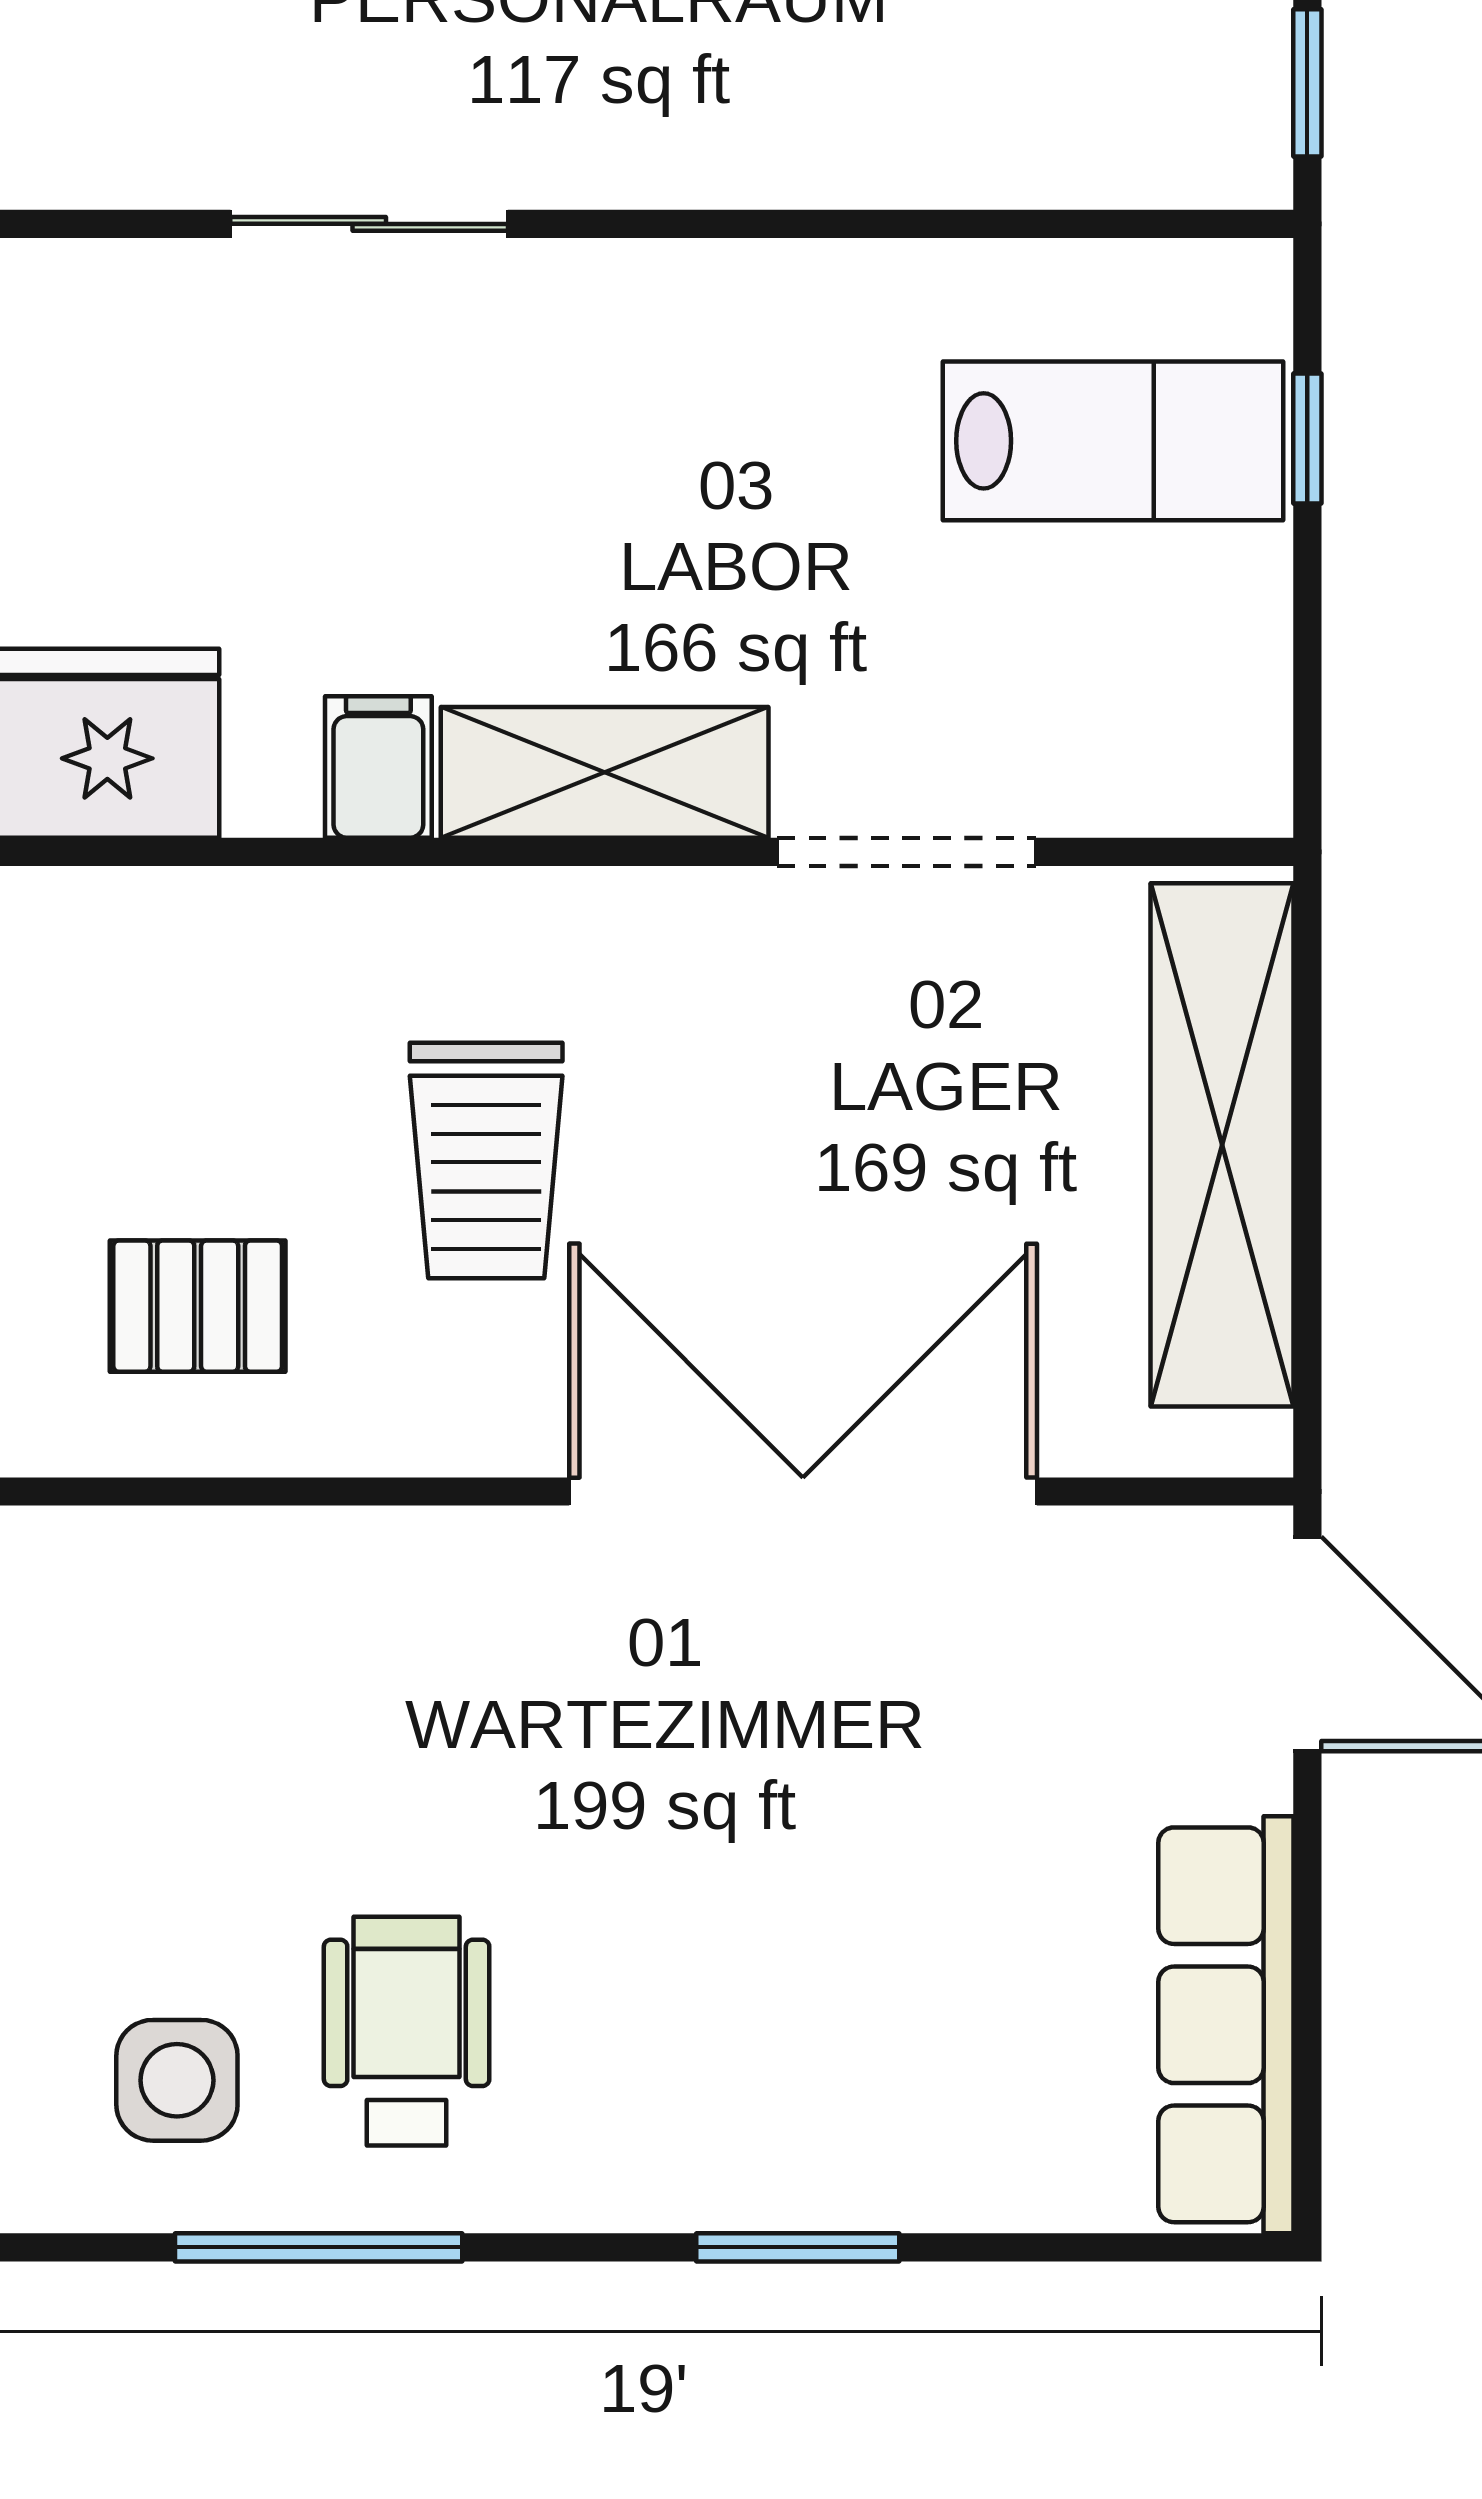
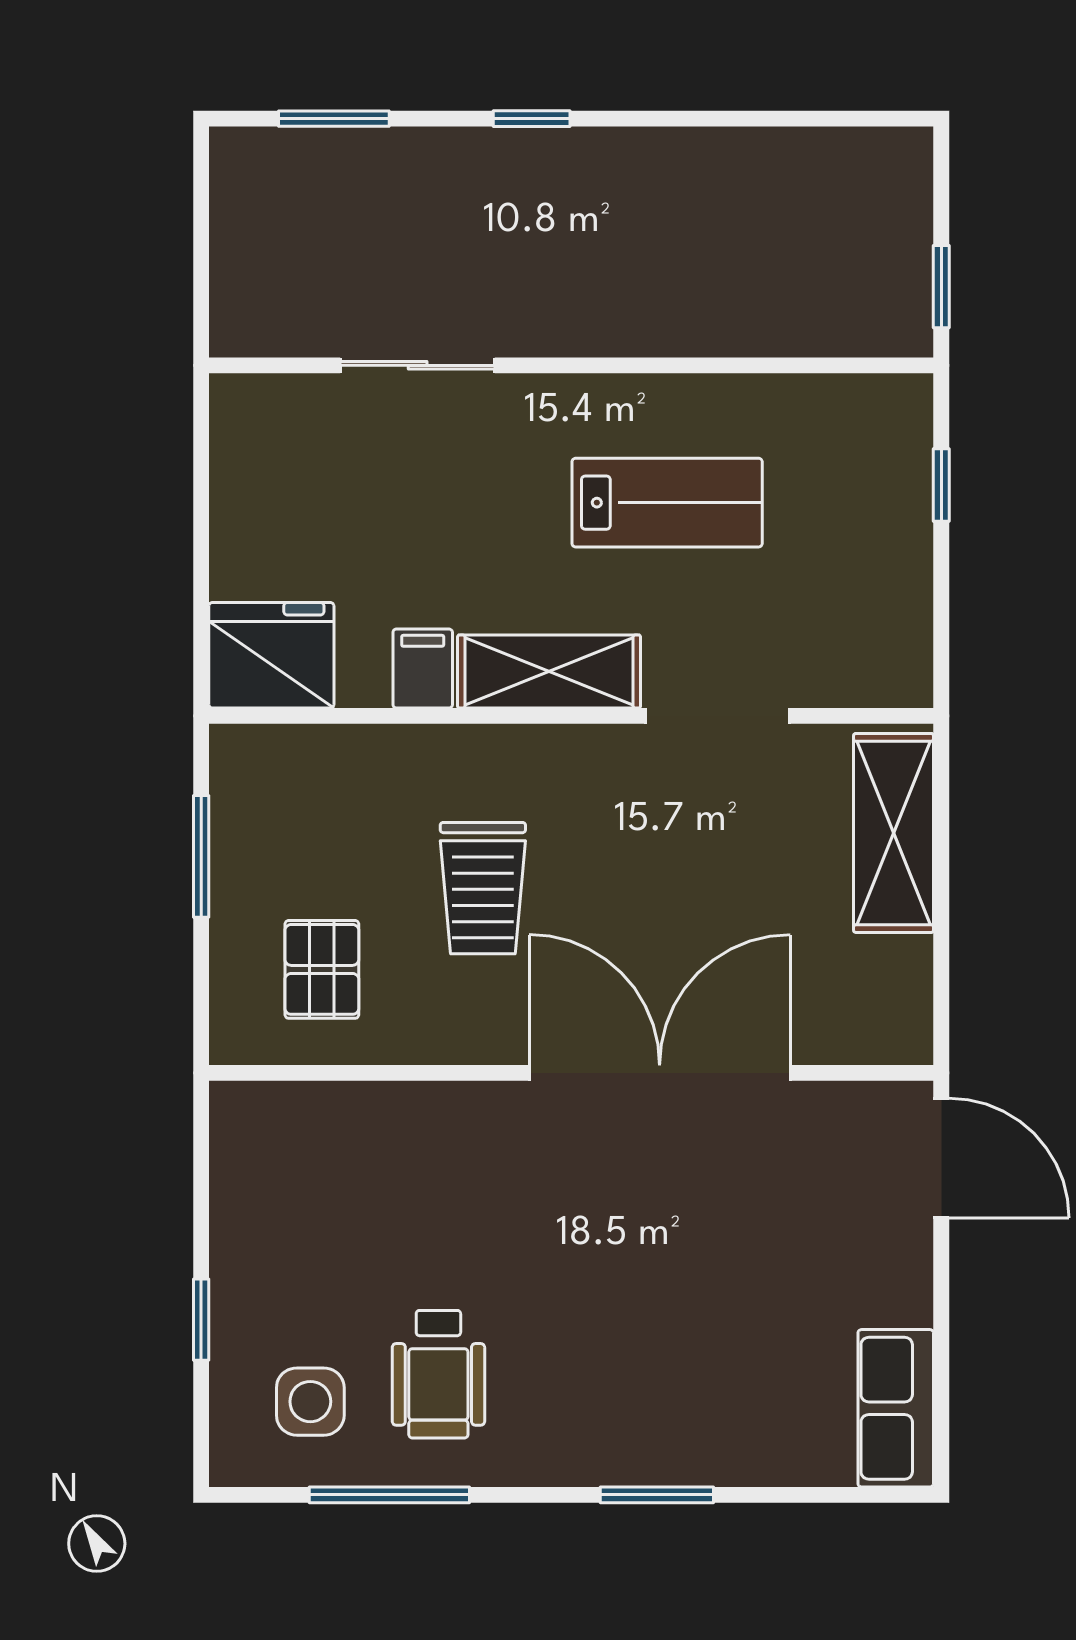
lab bench: (1113, 441) -> (667, 503), moved
shelving: (1222, 1145) -> (894, 833), width x0.68
pallet: (198, 1306) -> (322, 969), turned 90
row of seats: (1226, 2025) -> (896, 1408), width x0.68
wheelchair: (407, 2031) -> (438, 1374), turned 180

